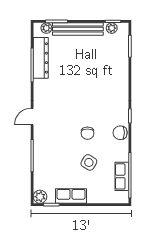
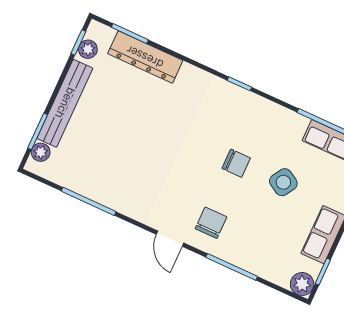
dresser: (41, 58) -> (145, 57), moved, turned 180
chair: (120, 133) -> (211, 223), moved, turned 180

